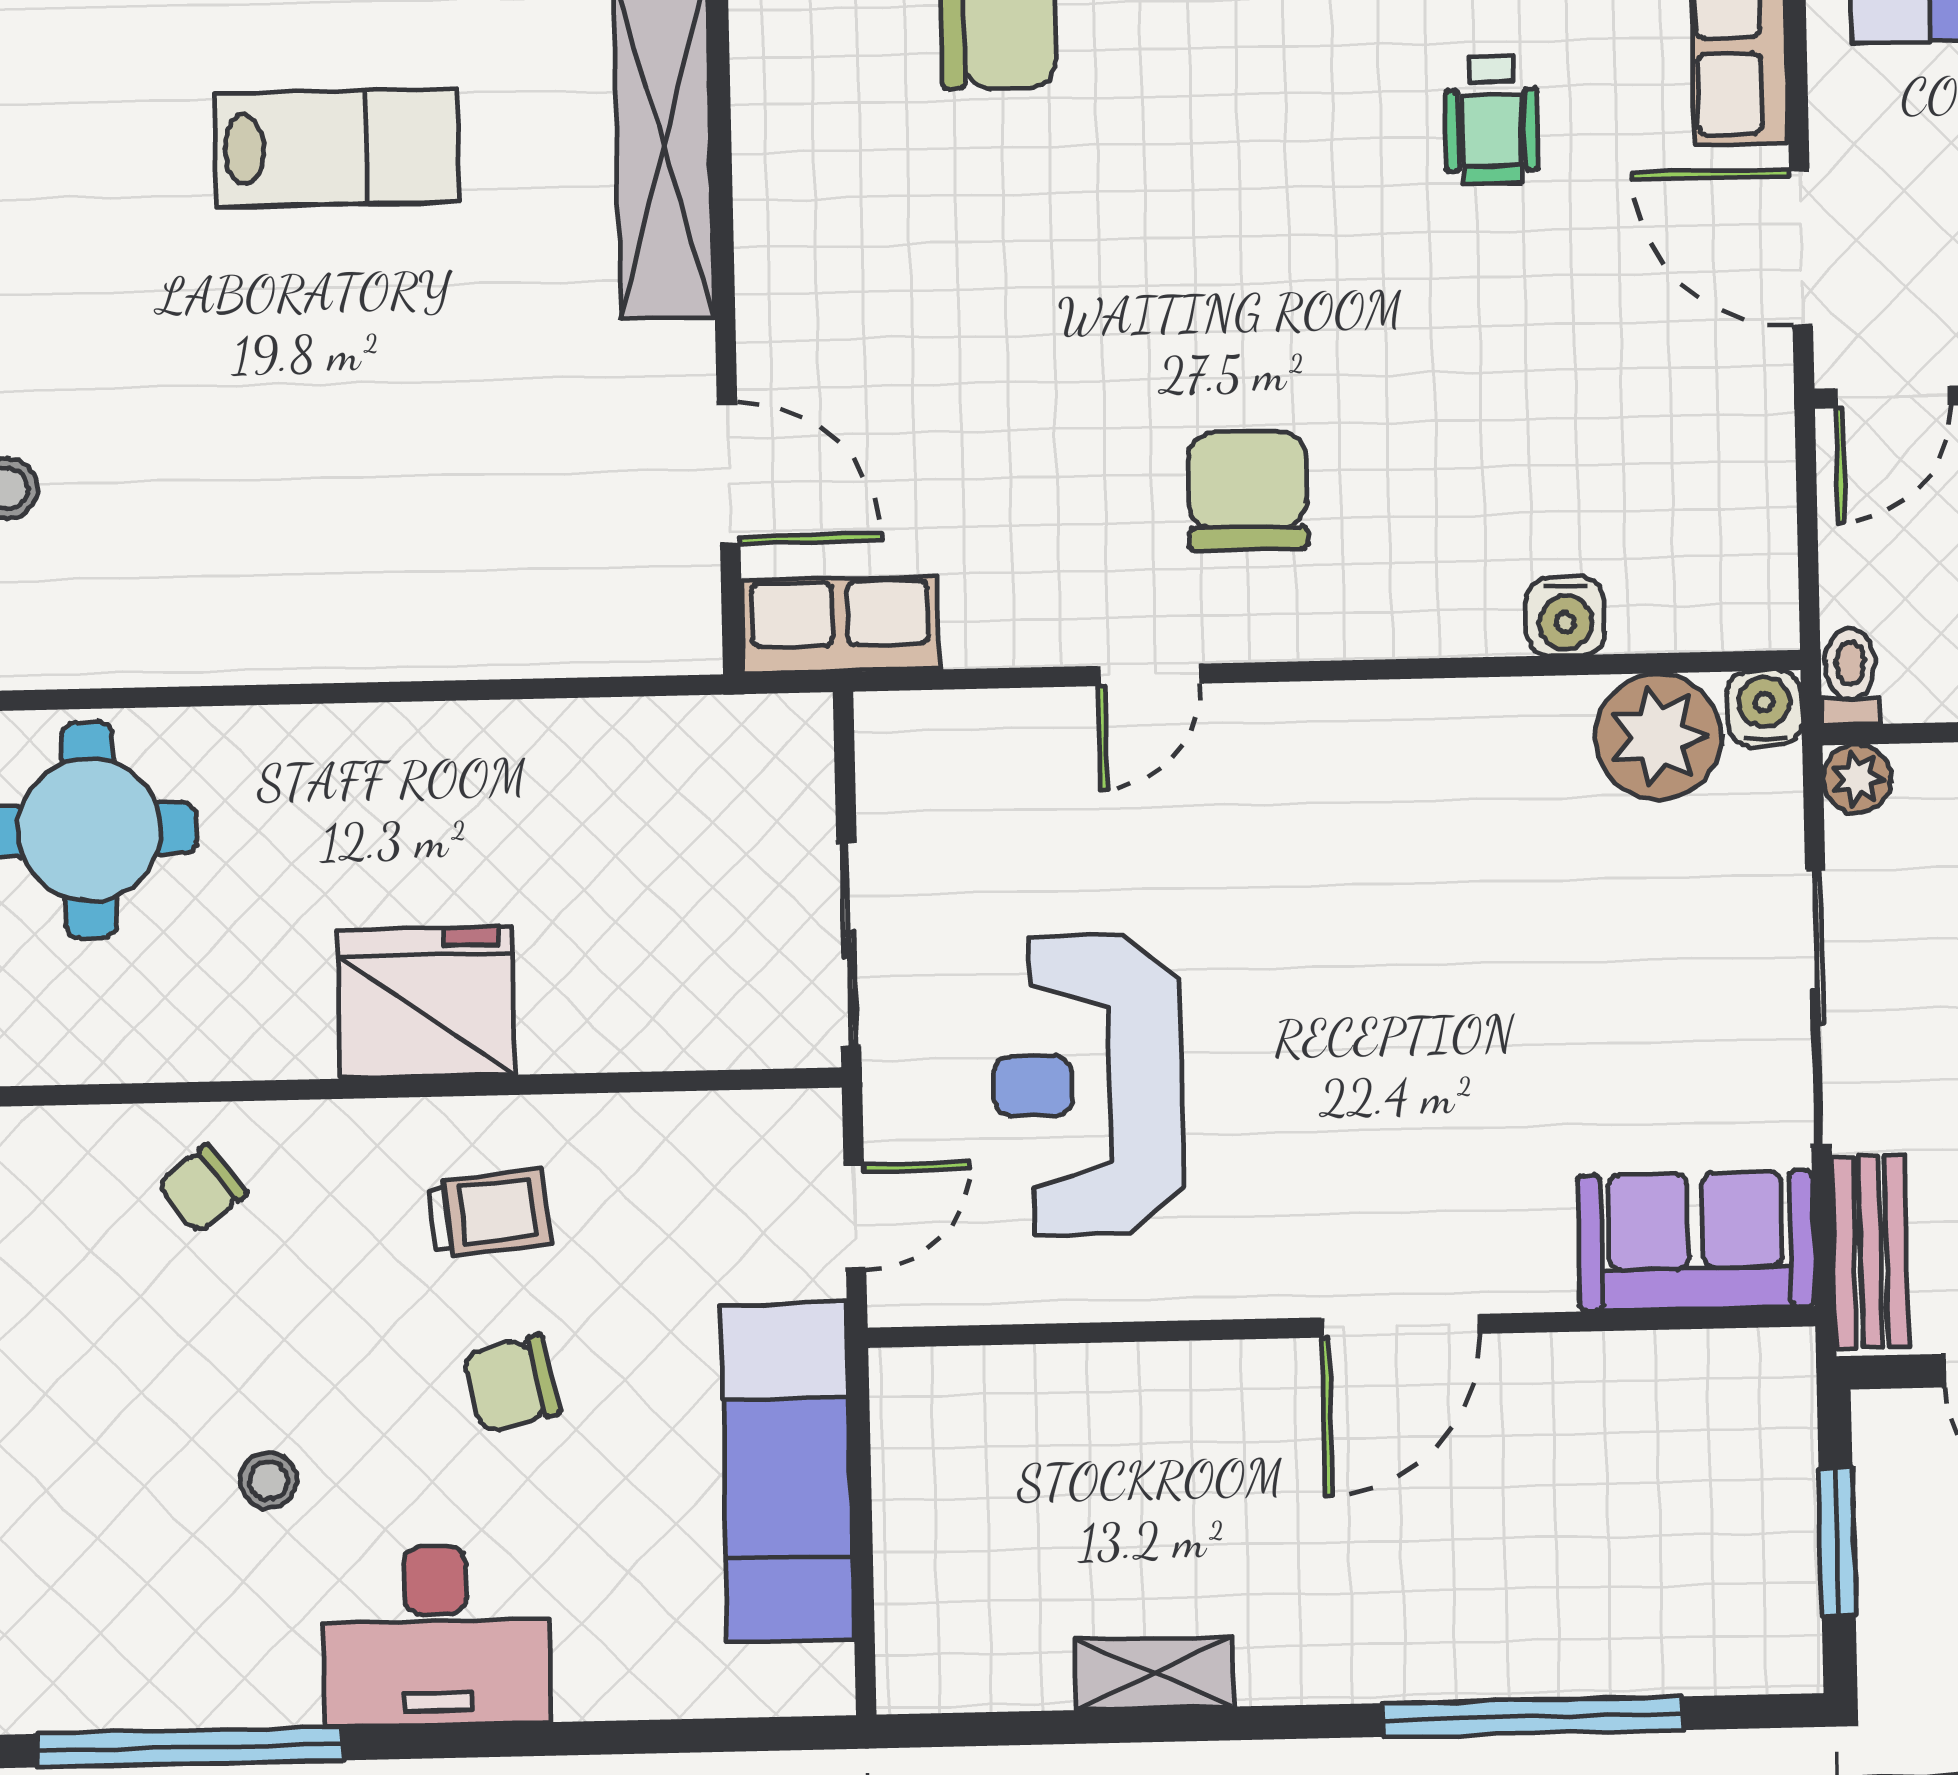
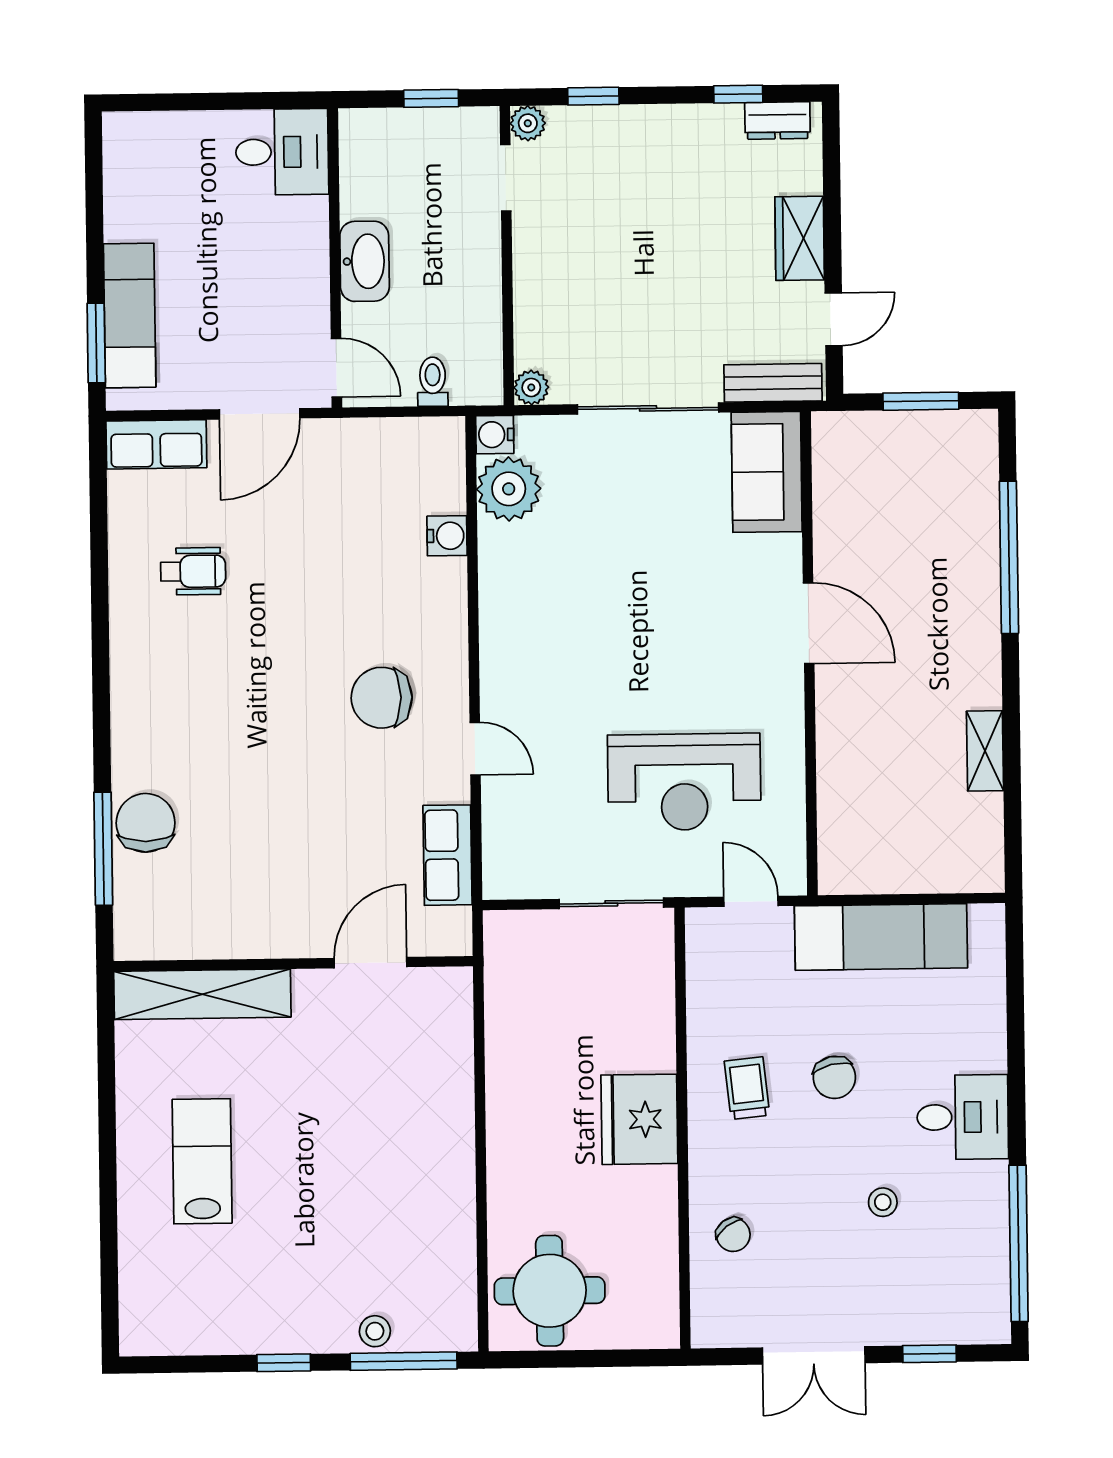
row of seats: (840, 625) -> (447, 855), moved
toilet: (1850, 676) -> (433, 382), moved, turned 90
desk: (436, 1636) -> (963, 1117), width x0.73

